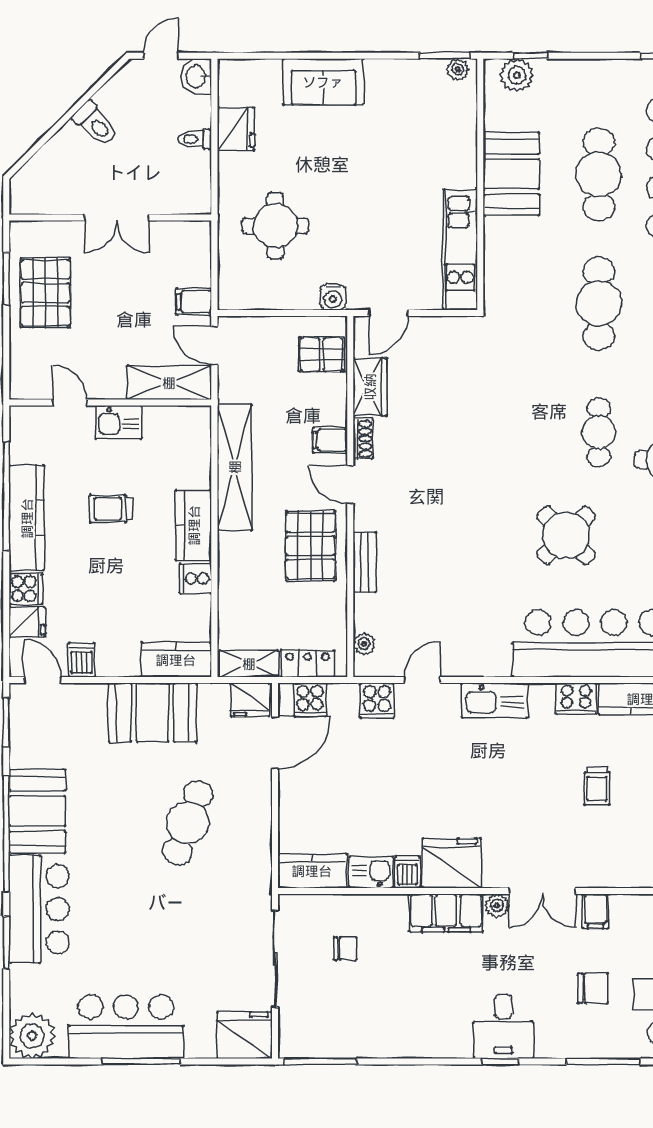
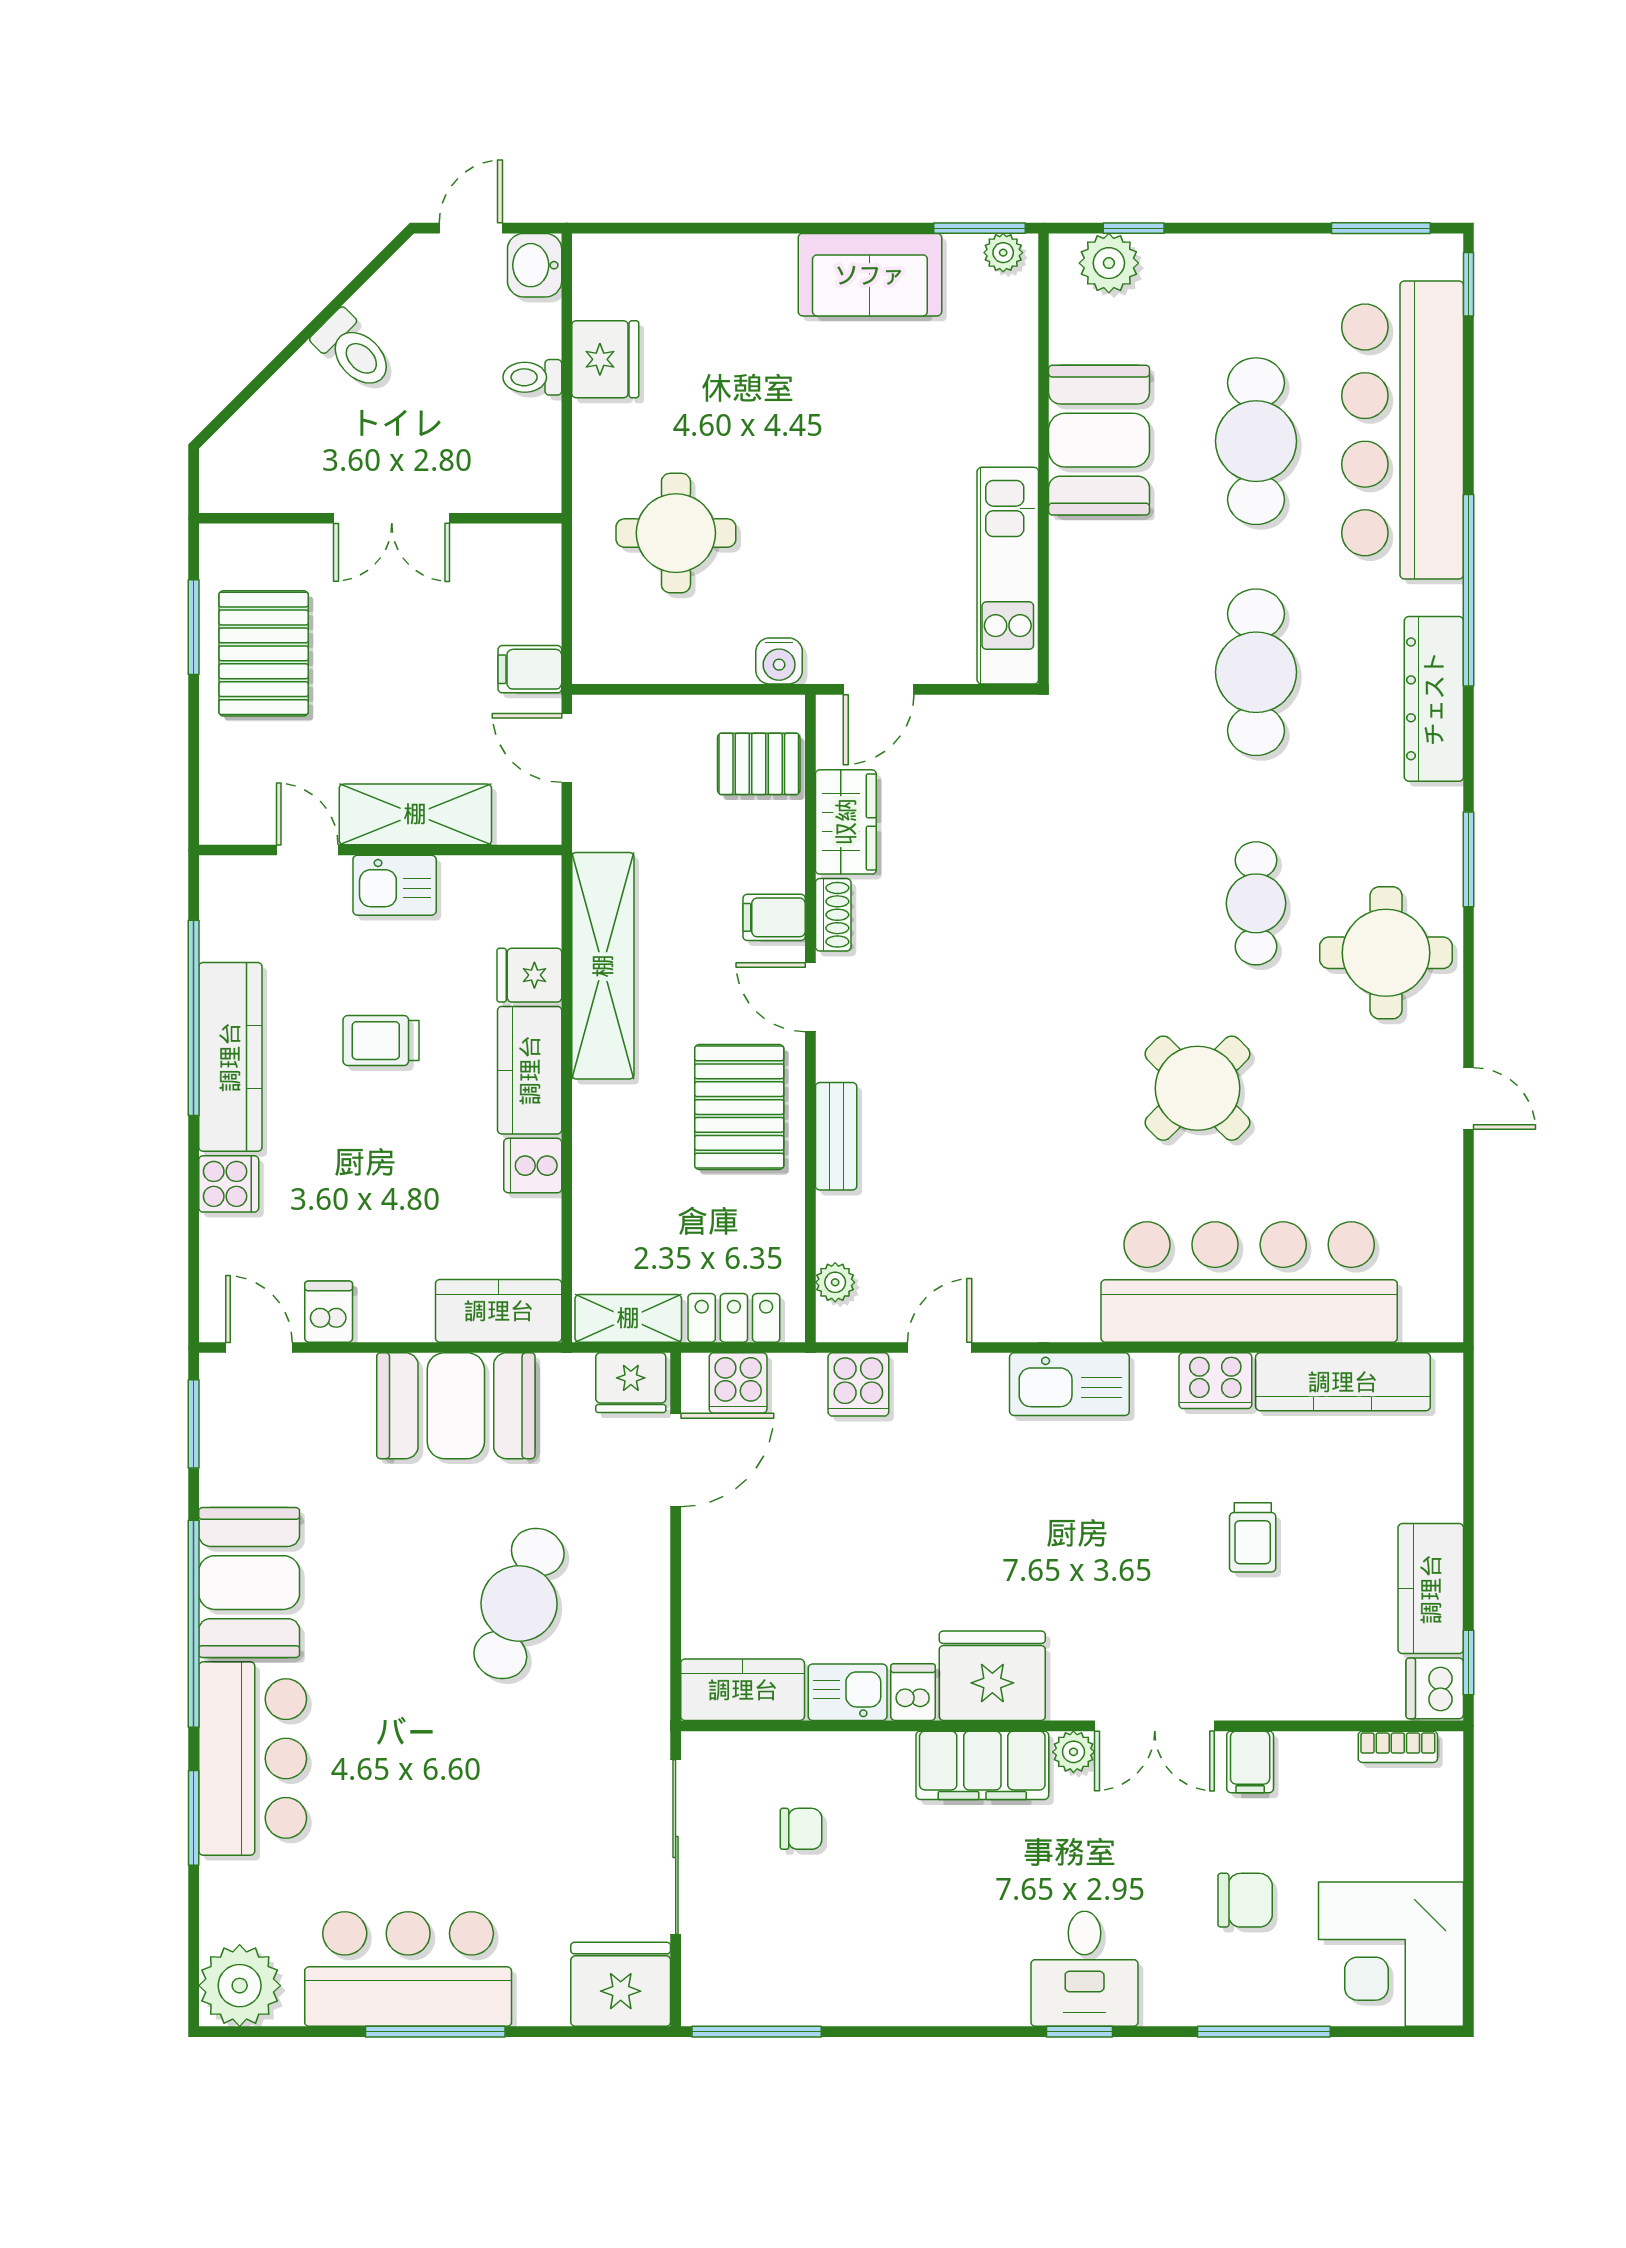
sofa: (323, 82) -> (870, 275), moved
shelving: (169, 383) -> (415, 814), moved
fridge: (27, 622) -> (529, 975), moved, turned 180

